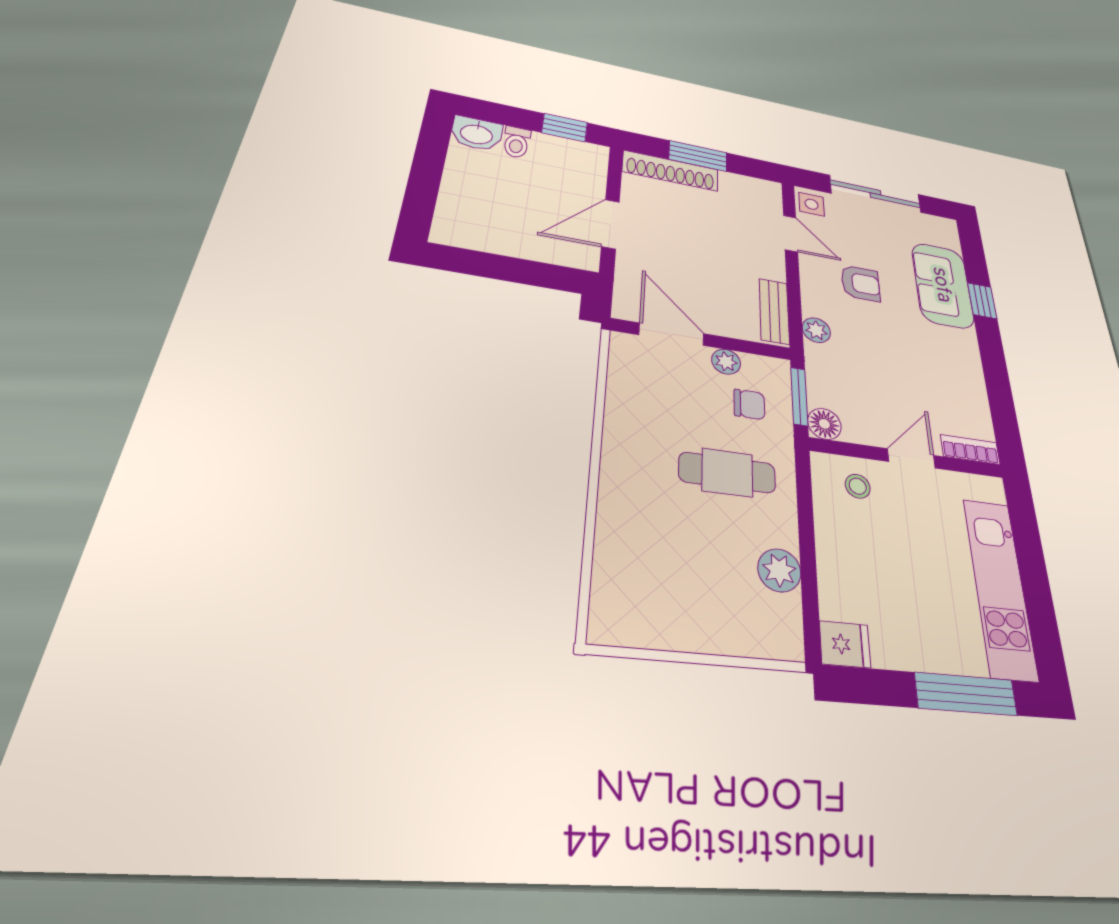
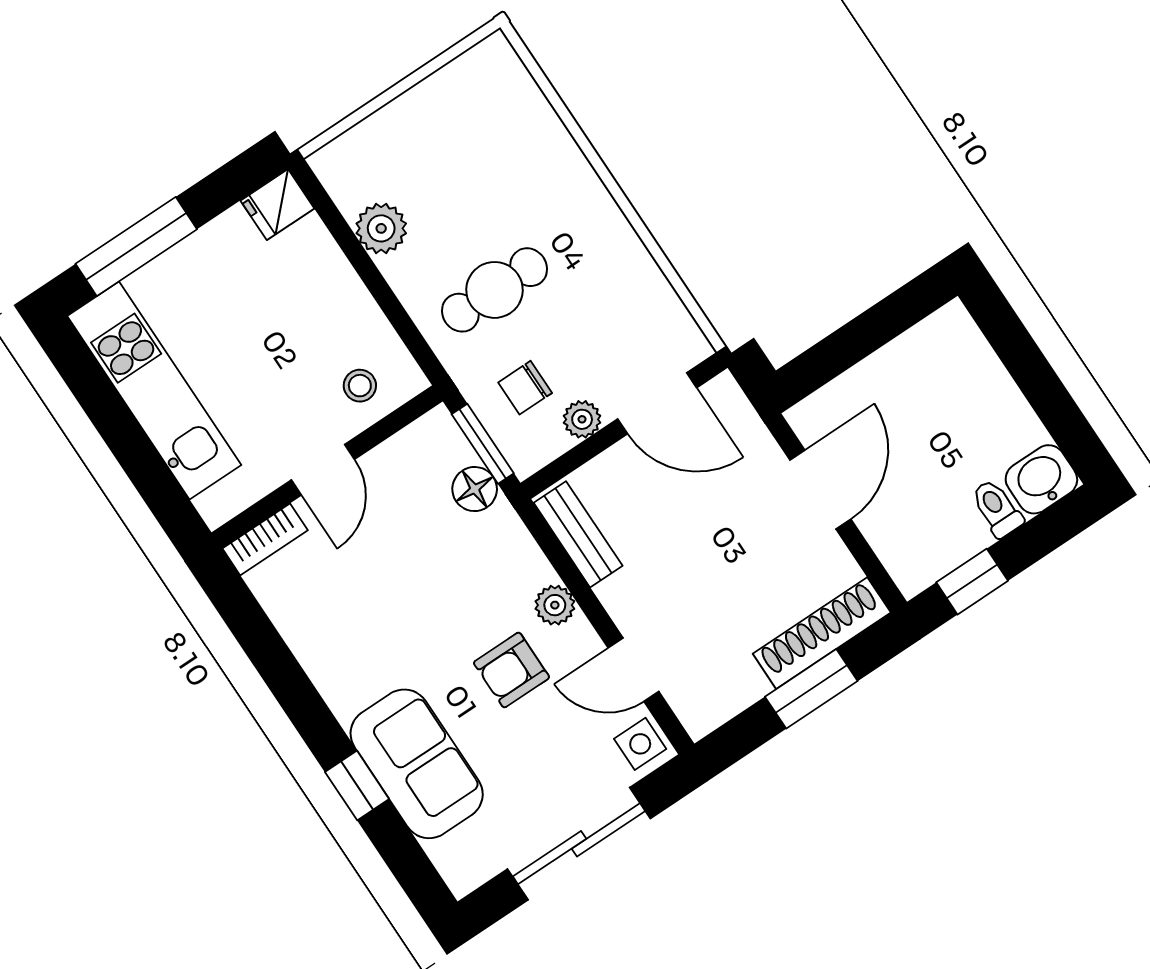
plant: (816, 330) -> (555, 605), moved
floor lamp: (824, 424) -> (475, 489), moved

